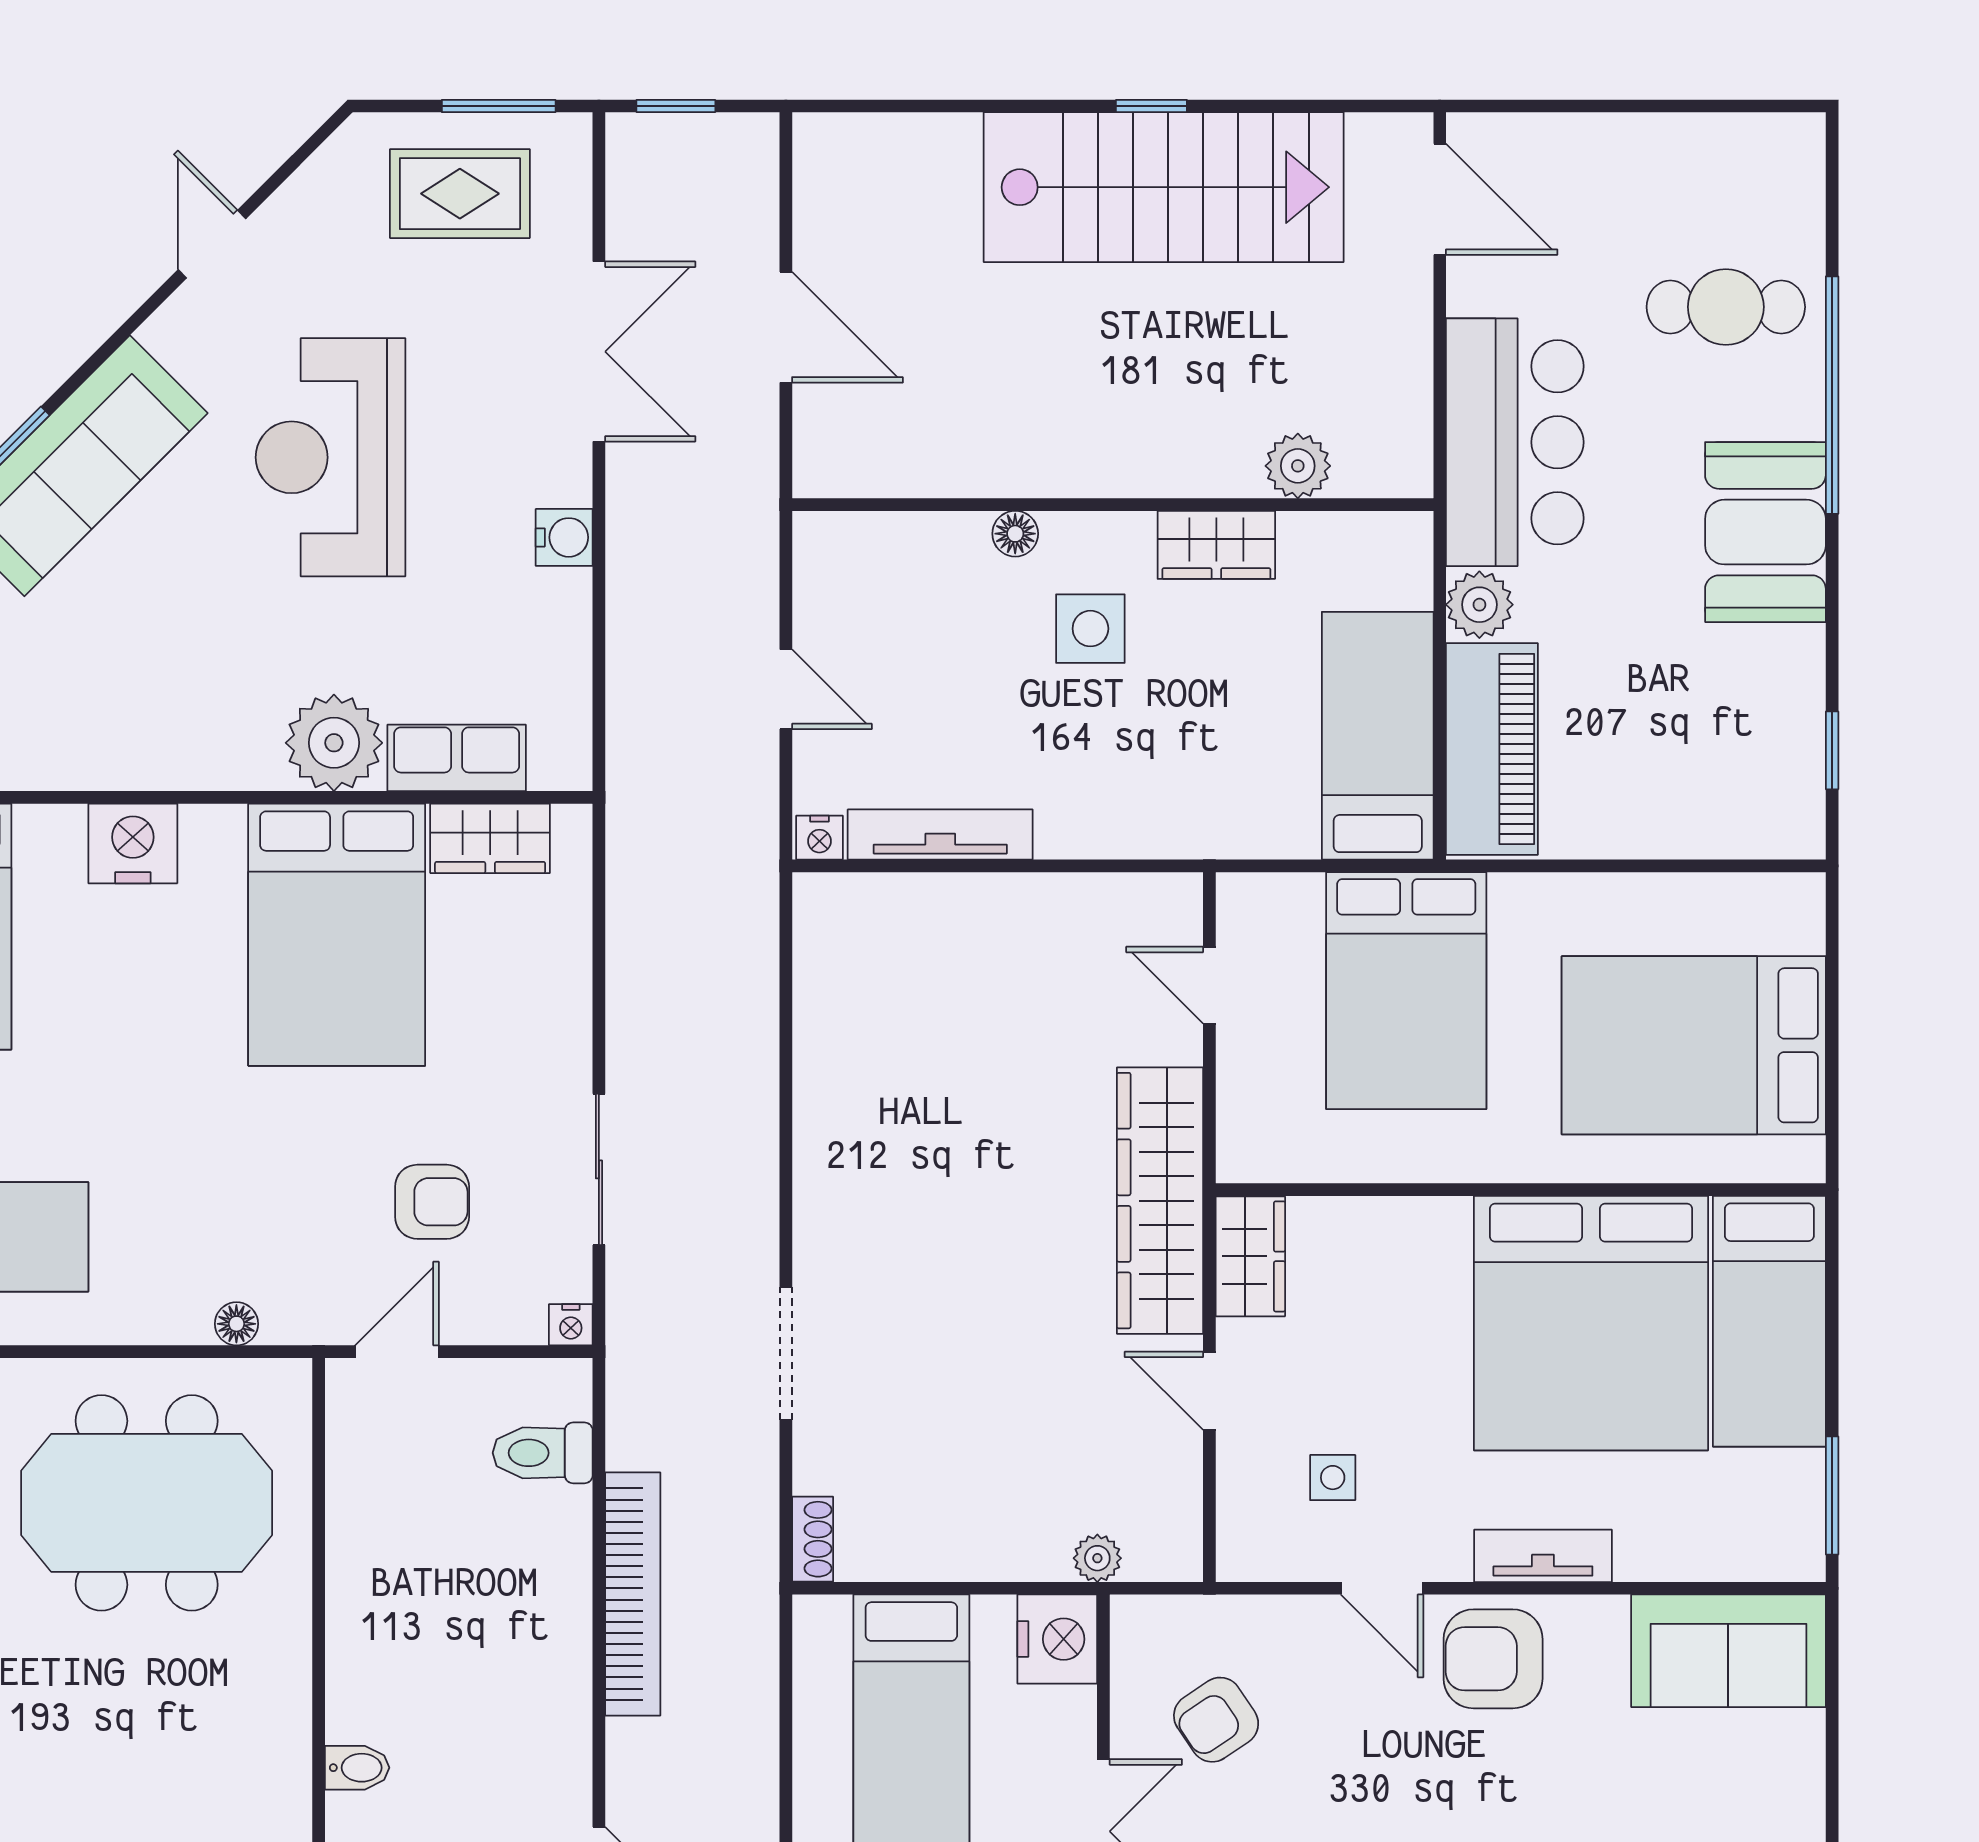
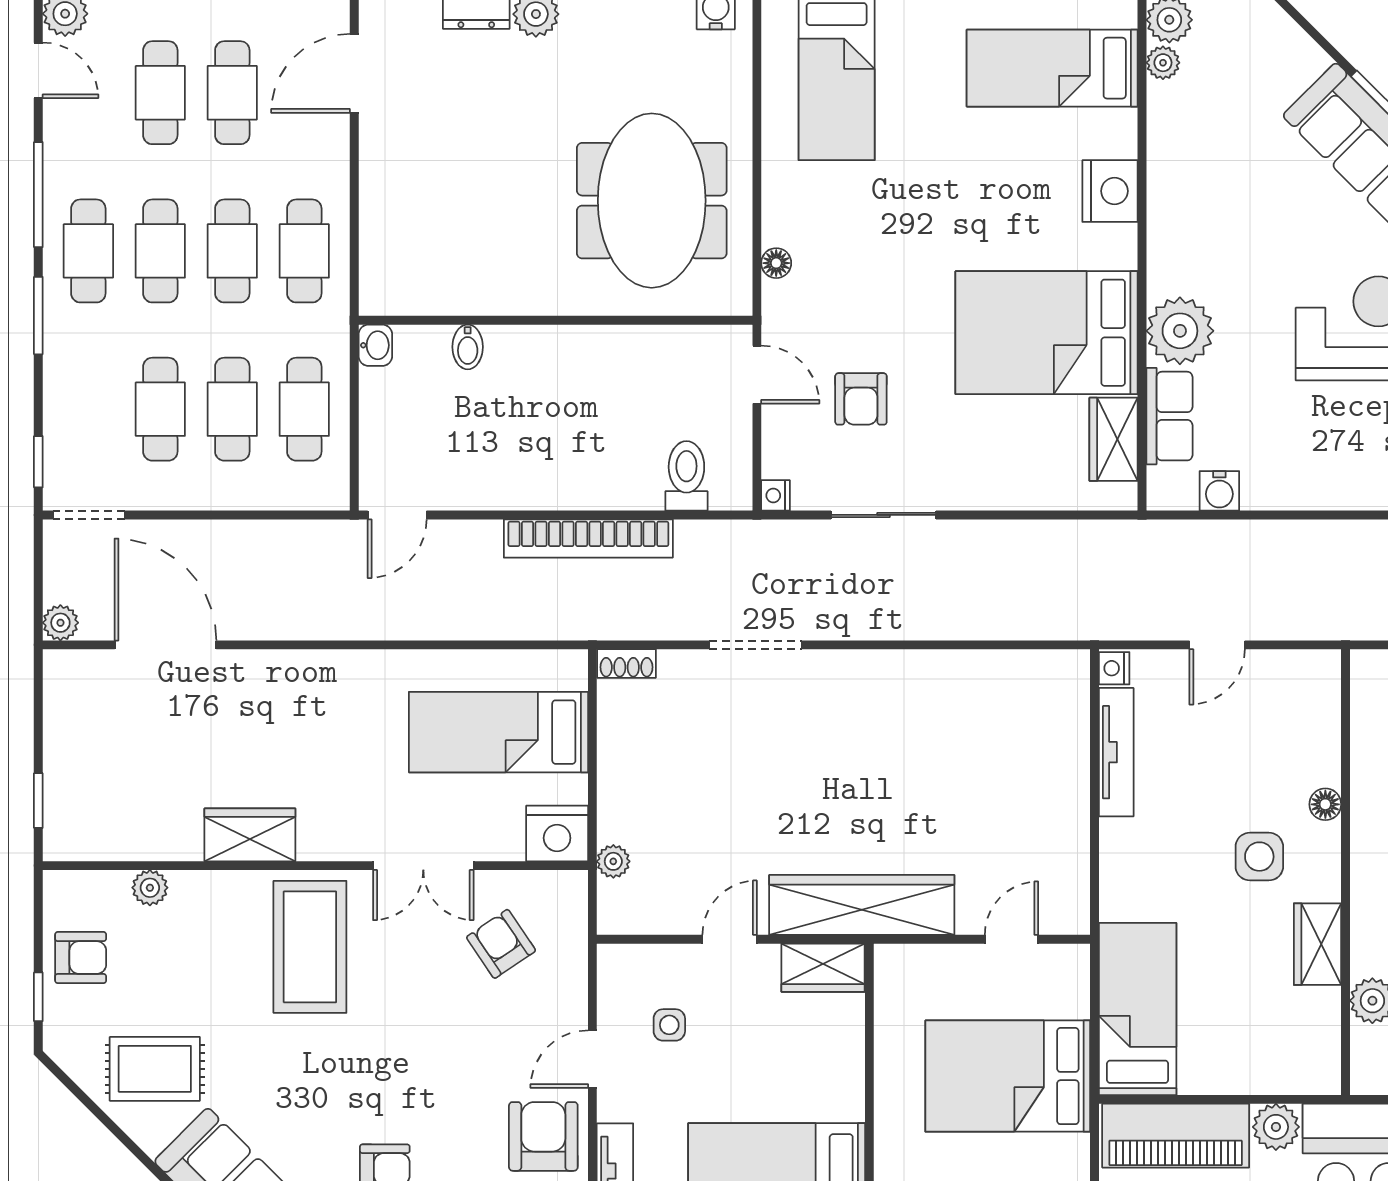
water cooler: (564, 537) -> (1219, 491), moved
bed: (1378, 736) -> (1138, 1009), moved, turned -90

